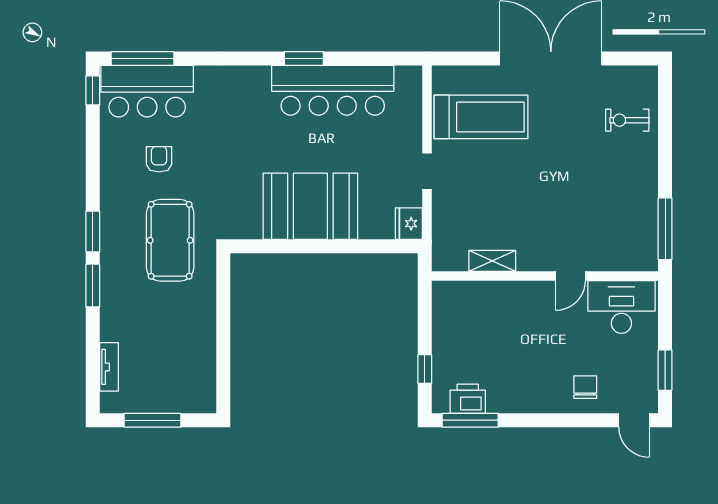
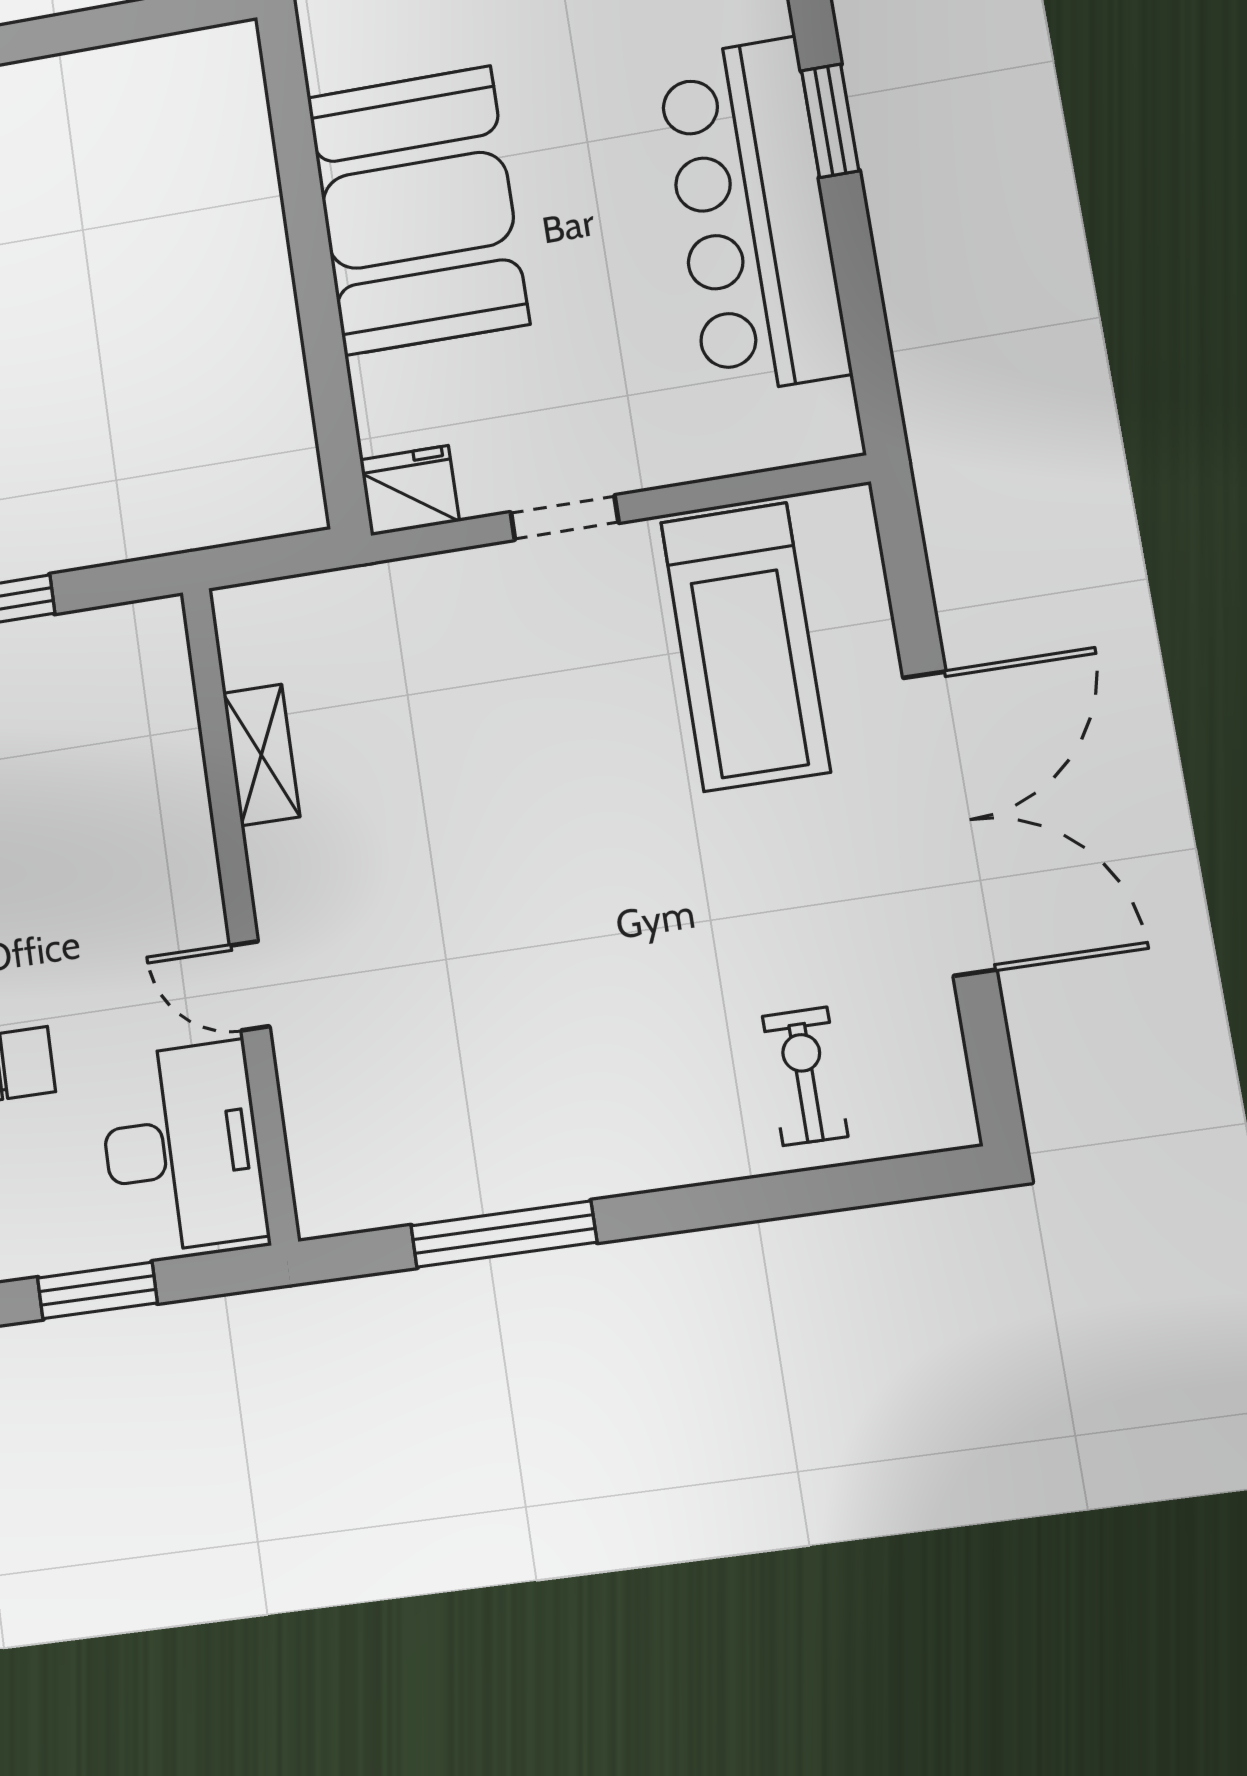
shelving: (492, 261) -> (261, 755), moved
wall: (545, 276) -> (240, 912), moved
door: (570, 276) -> (250, 986), moved
desk: (621, 307) -> (182, 1147), moved

